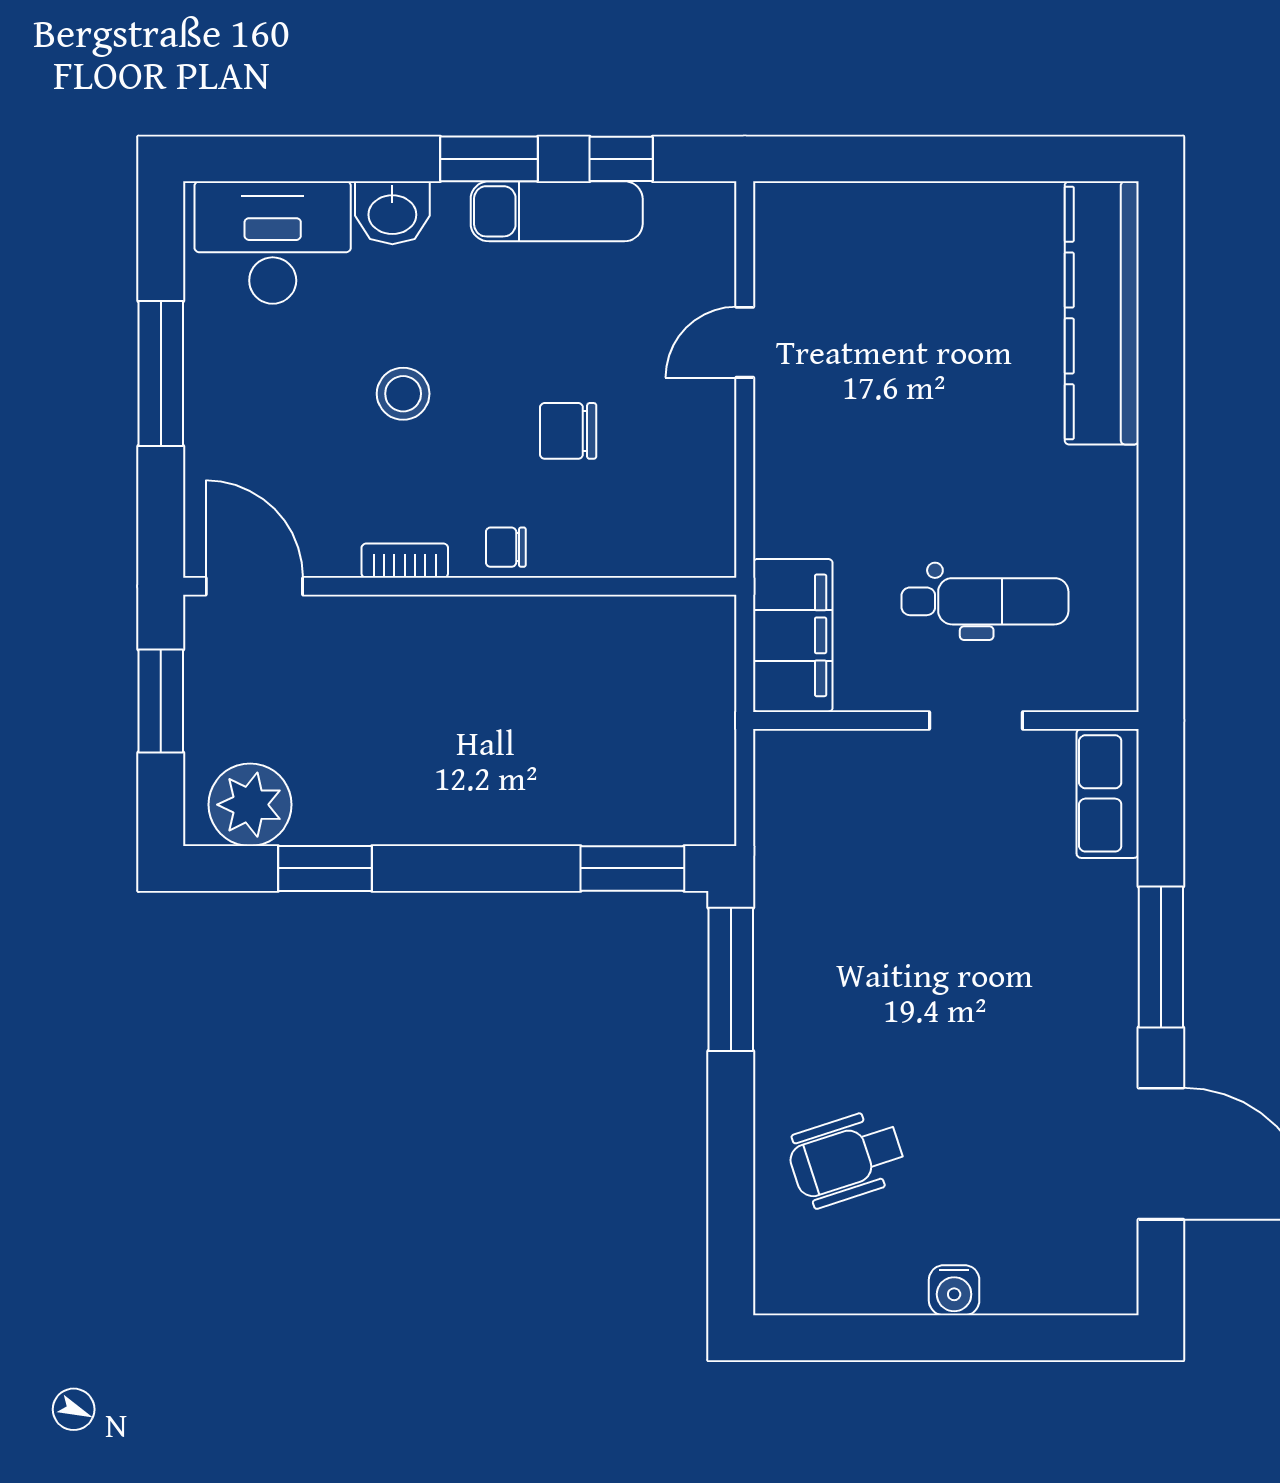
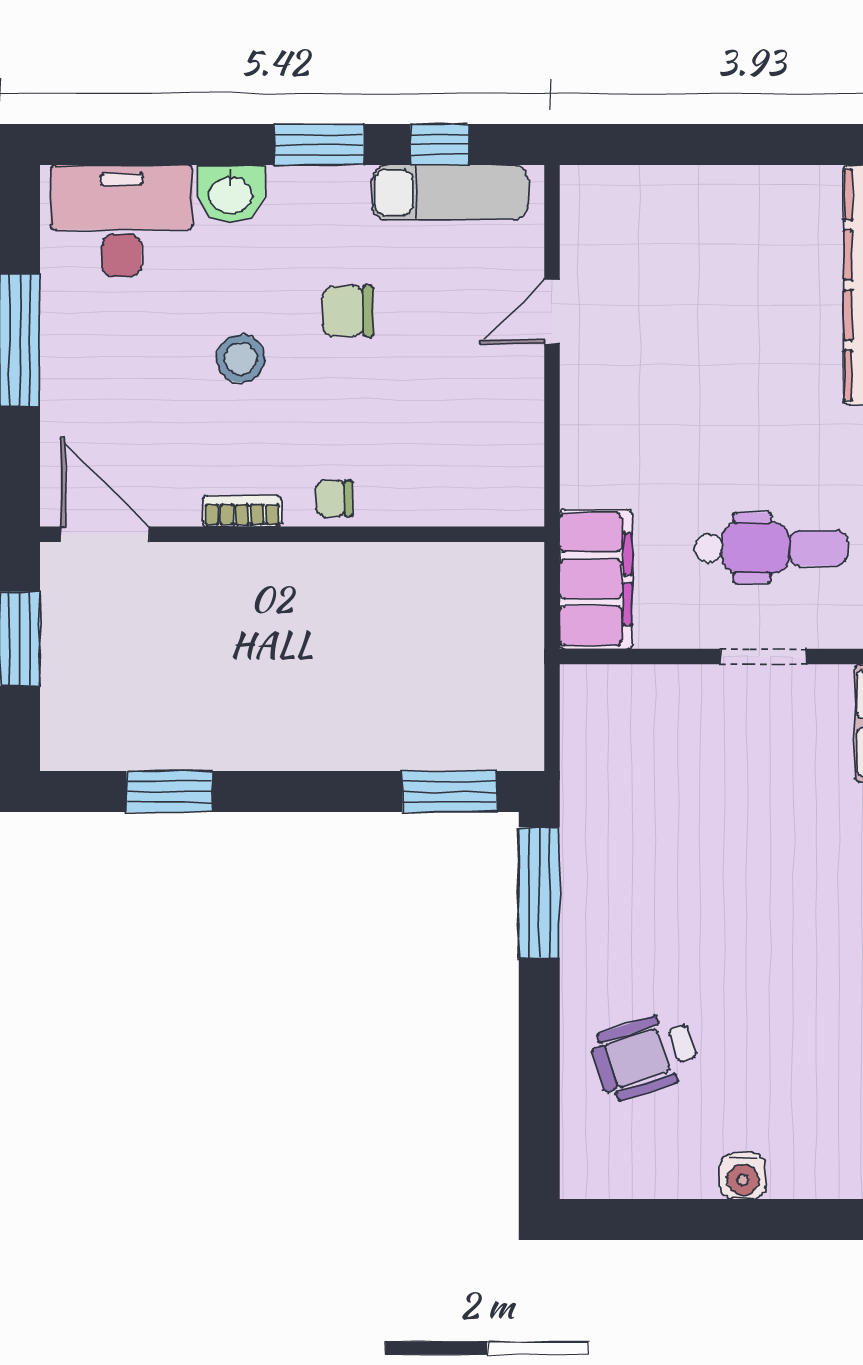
exam couch: (557, 211) -> (450, 192), moved
chair: (568, 431) -> (348, 311), moved
plant: (250, 805) -> (101, 733), removed

